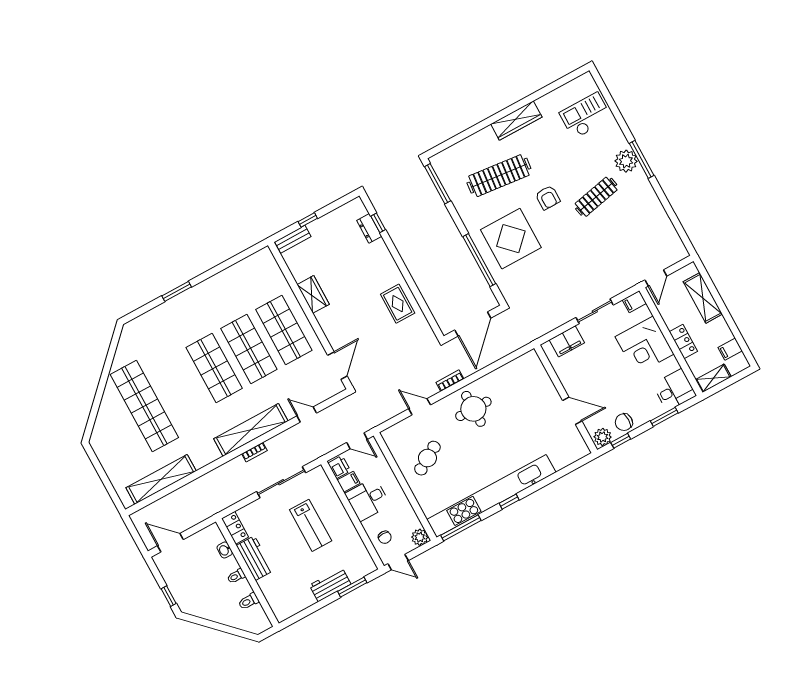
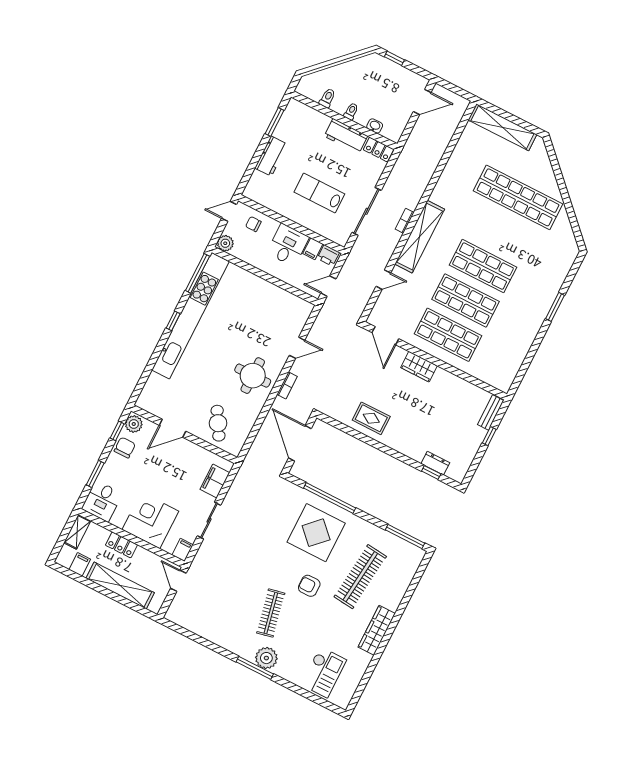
wardrobe: (313, 294) -> (419, 367), moved
shelving: (703, 298) -> (120, 586), width x1.47
cafe table: (427, 458) -> (218, 423), moved
shelving: (161, 479) -> (502, 127), moved, turned 90
window: (352, 587) -> (275, 122), moved

